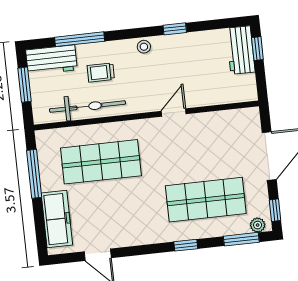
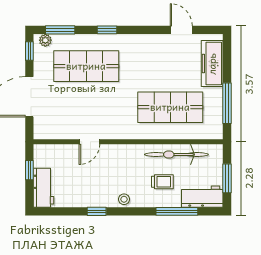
window: (257, 49) -> (29, 170), moved
door: (174, 112) -> (89, 142), moved

